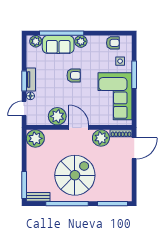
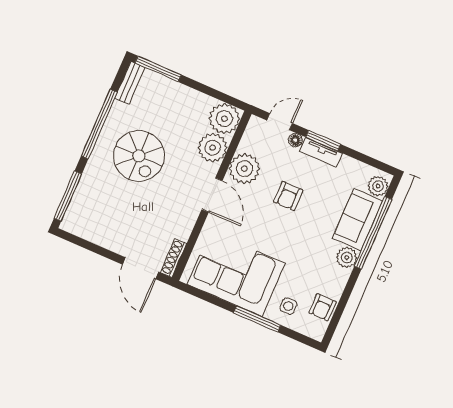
armchair: (74, 75) -> (288, 196), moved
door: (24, 108) -> (280, 122), hinge flipped
door: (79, 127) -> (212, 195), hinge flipped
plant: (101, 138) -> (213, 148), moved
spiral stairs: (75, 175) -> (139, 156), width x0.73, depth x0.73

